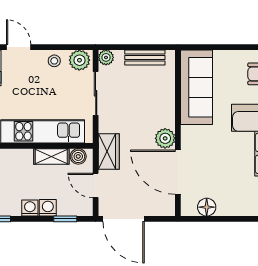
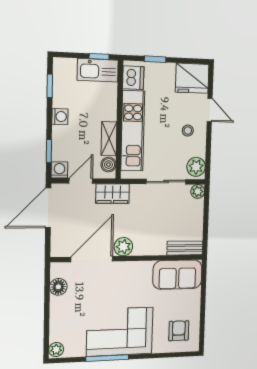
door: (19, 47) -> (210, 110), hinge flipped
bench: (145, 57) -> (185, 248), moved, turned 90
stool: (54, 61) -> (188, 131), moved
sofa: (197, 87) -> (177, 275), width x0.73
washing machine: (48, 208) -> (59, 170), moved, turned -90

